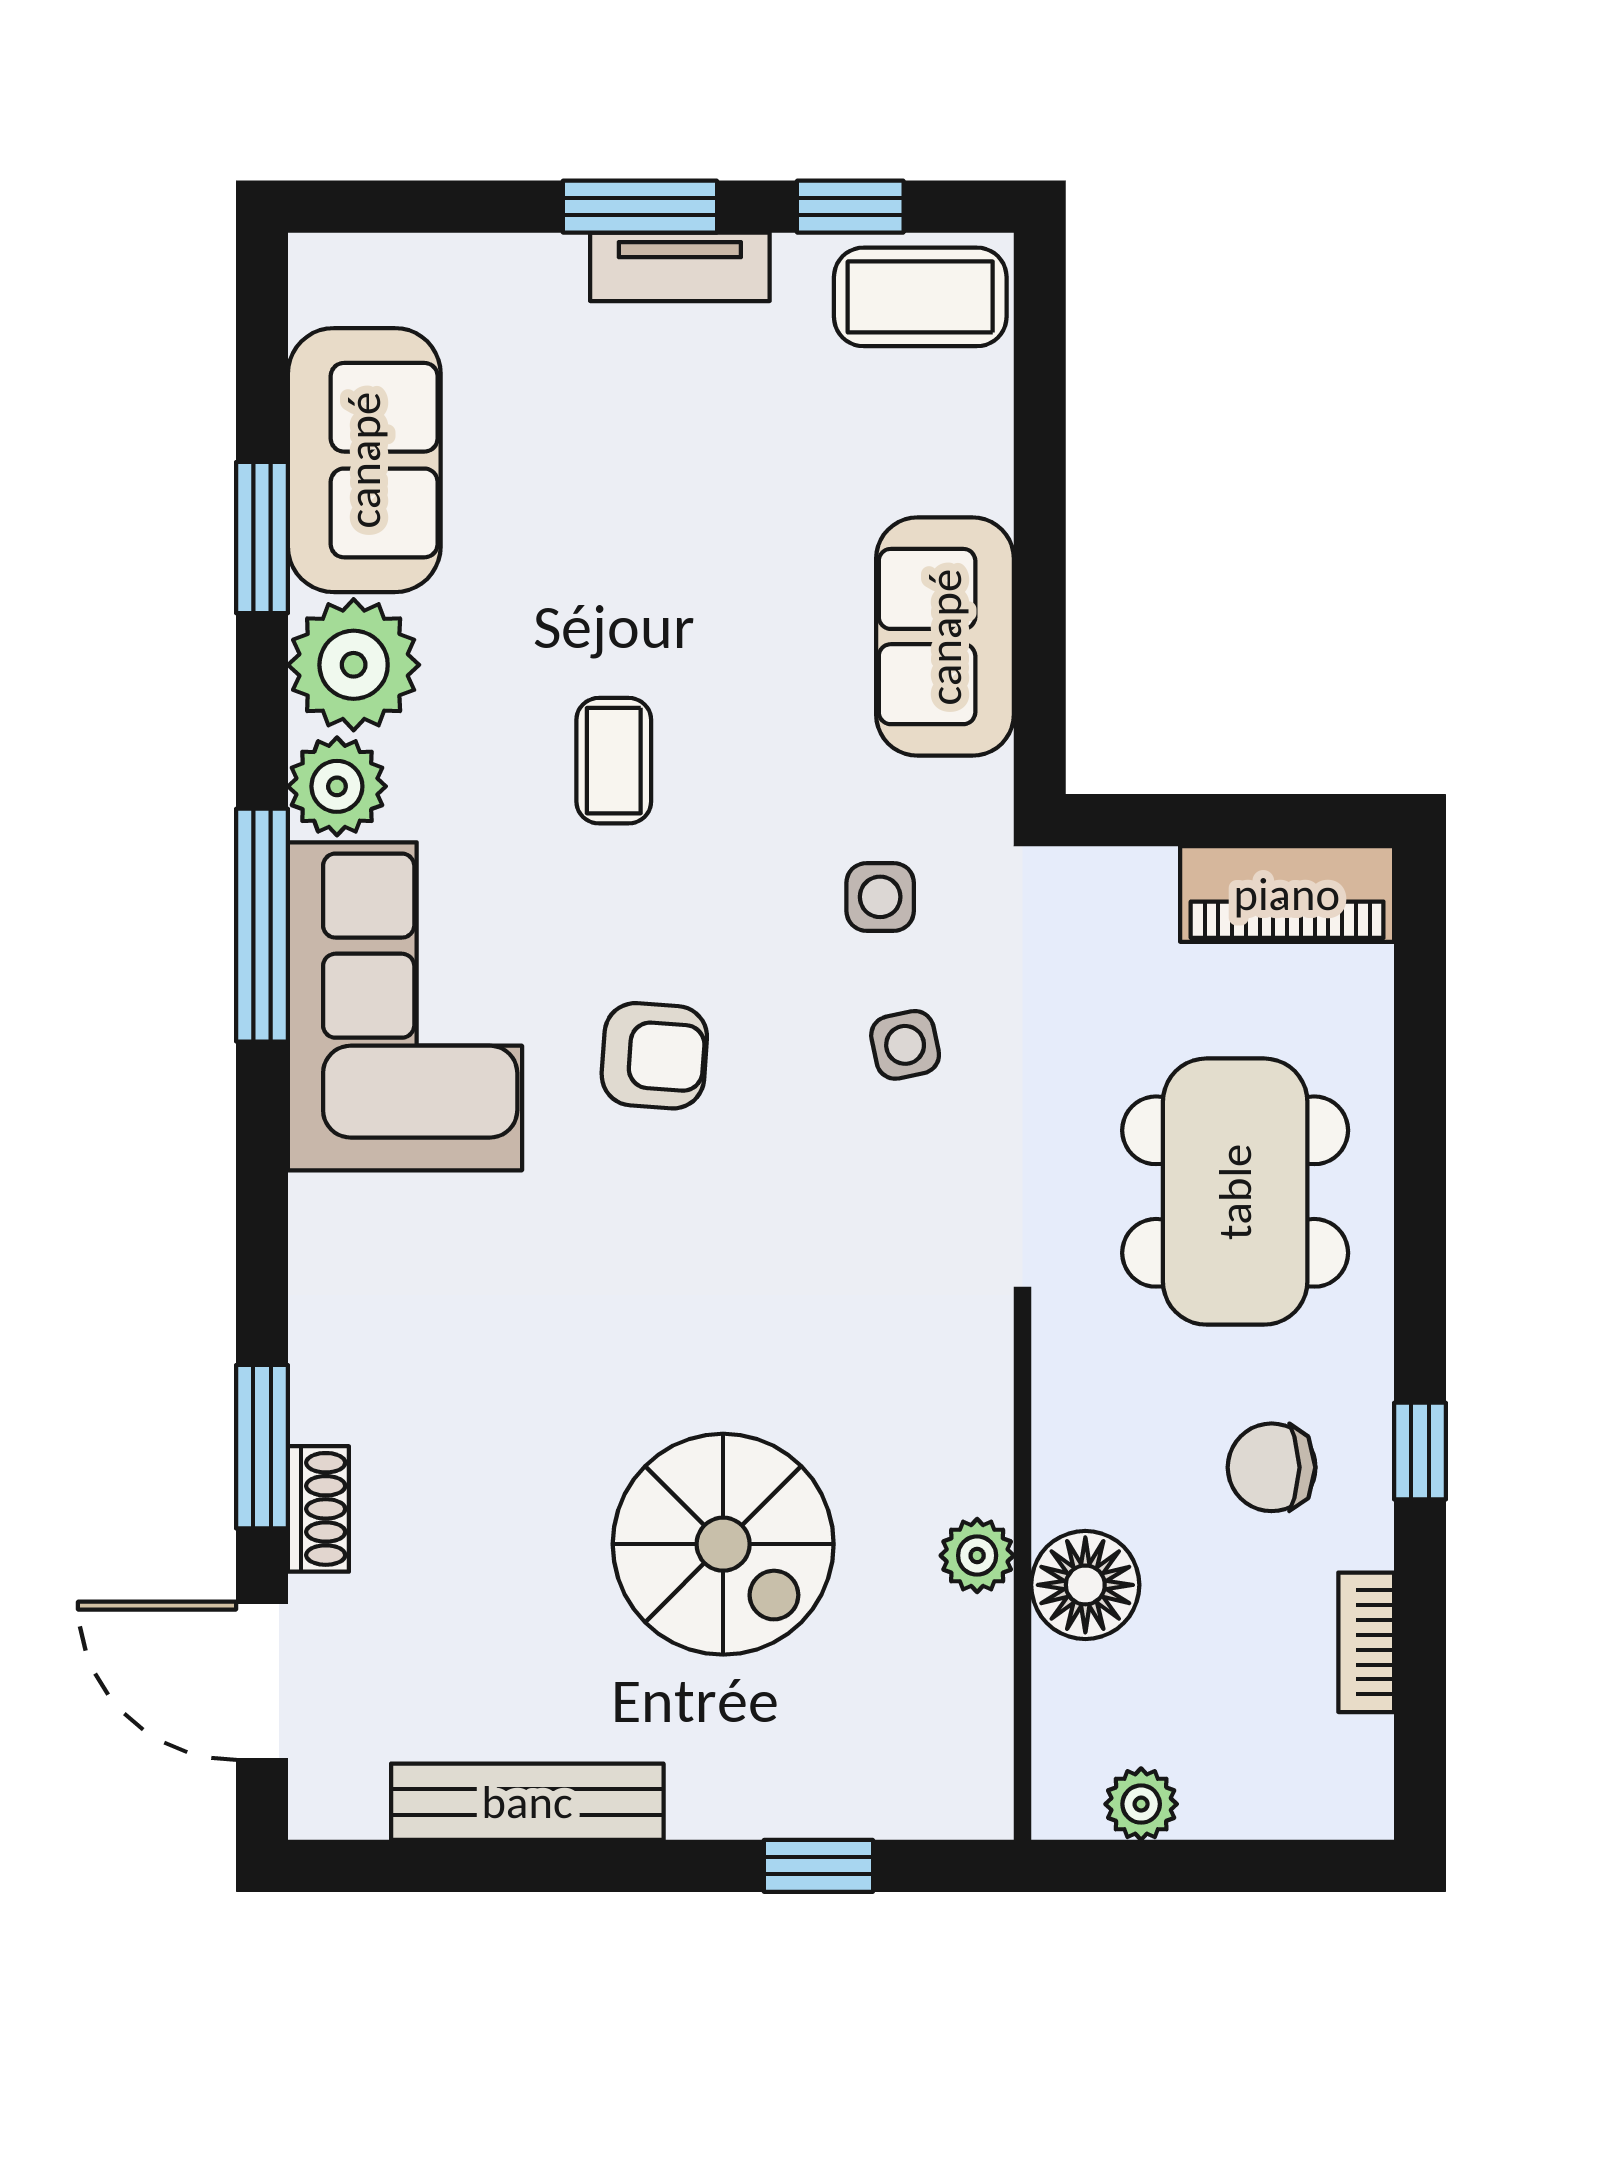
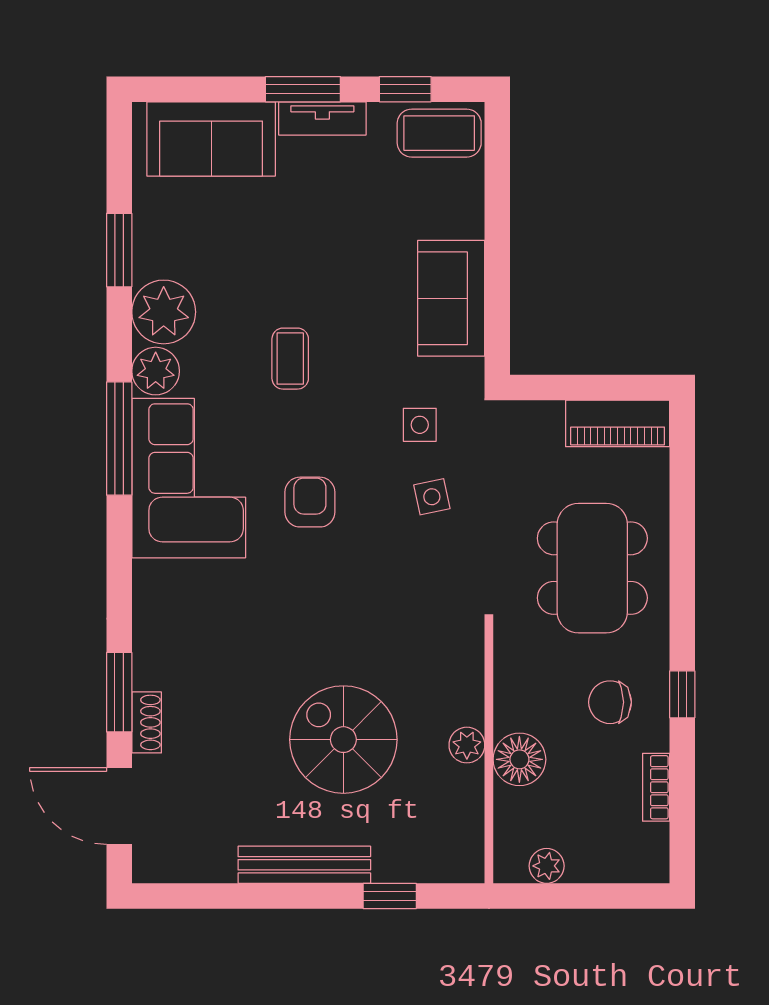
sofa: (364, 460) -> (211, 139), moved, turned 90
armchair: (654, 1056) -> (310, 502), turned -94
spiral stairs: (723, 1544) -> (343, 740), turned 180
bench: (527, 1802) -> (304, 865), moved

